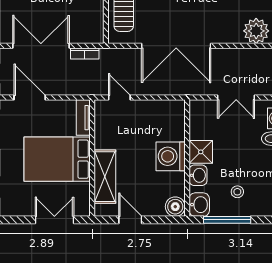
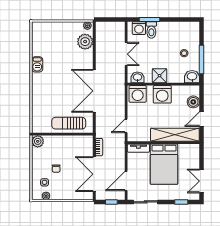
double door: (176, 46) -> (94, 91), swing flipped
washing machine: (171, 116) -> (138, 94), added
washbasin: (198, 175) -> (137, 77), moved
shelving: (105, 177) -> (175, 135), width x1.47
boiler: (175, 207) -> (193, 102), moved
double door: (54, 220) -> (201, 181), moved

